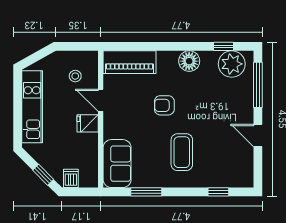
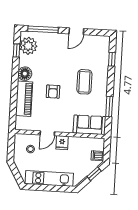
piano: (130, 62) -> (24, 99), moved
coffee table: (182, 152) -> (84, 82), turned 90

